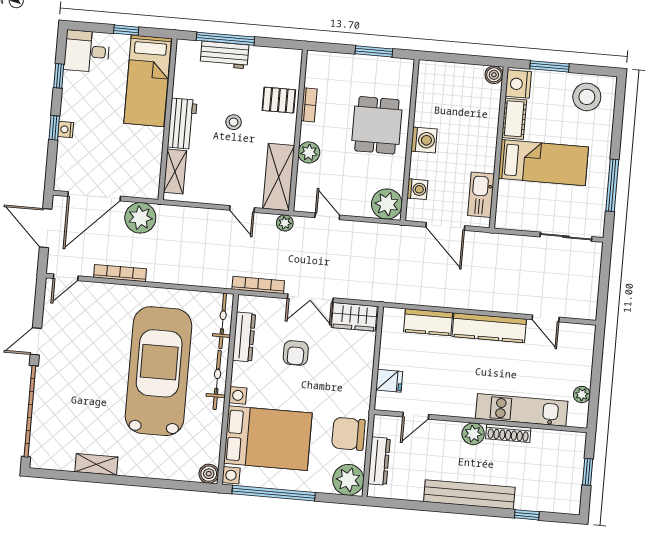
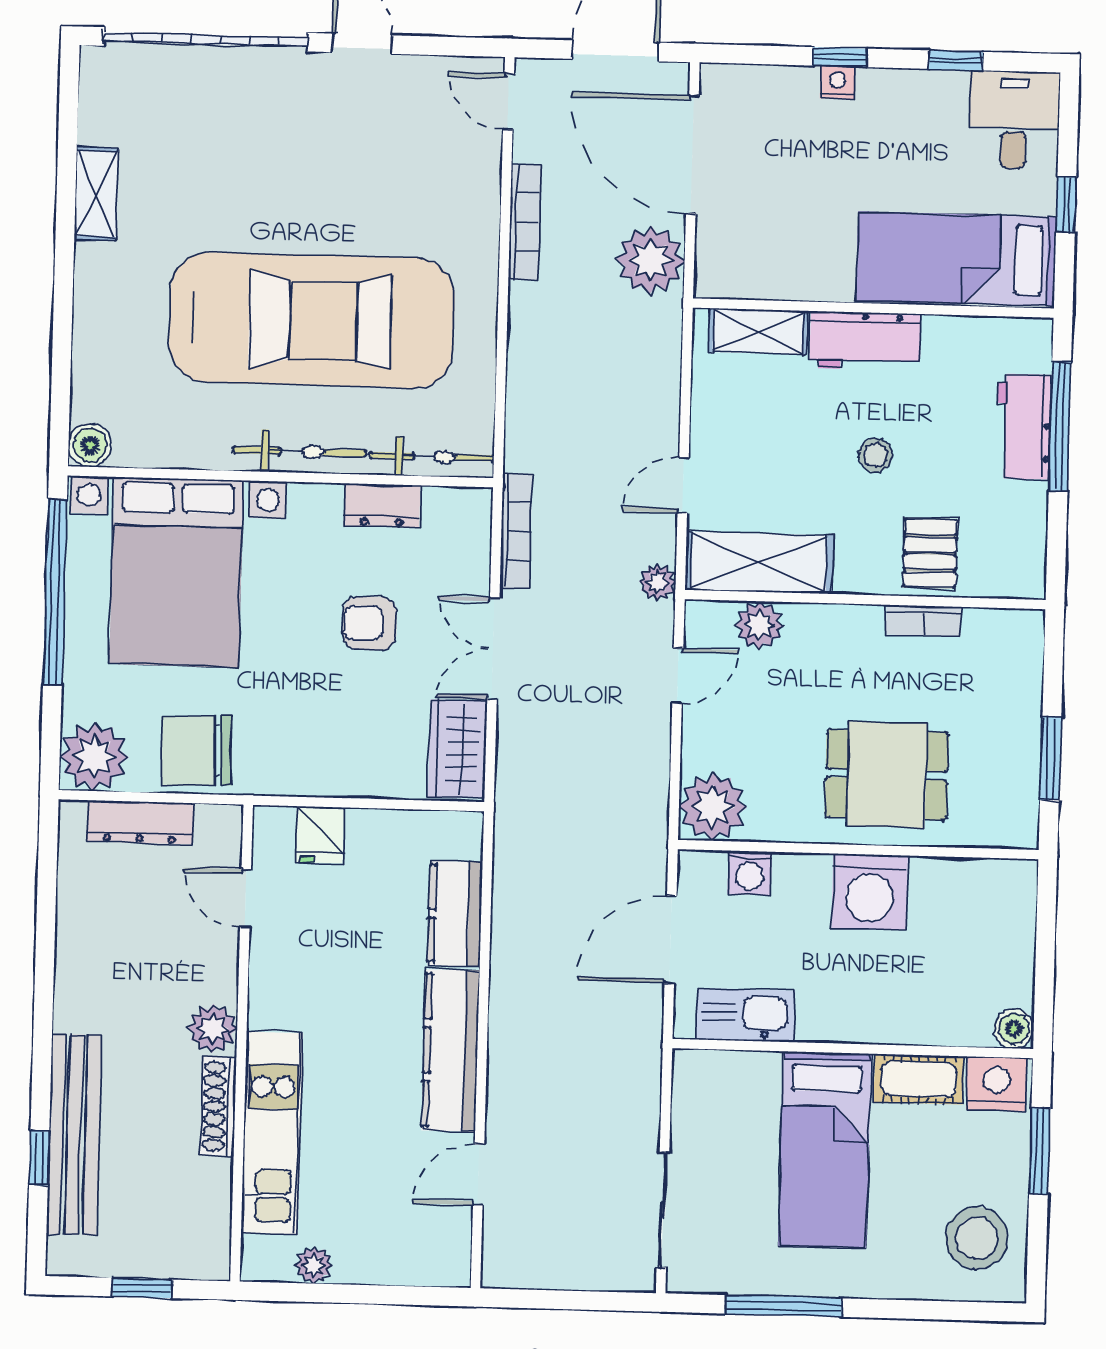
washing machine: (424, 140) -> (870, 892), width x1.37, depth x1.37
plant: (309, 152) -> (759, 625), moved
dresser: (244, 337) -> (382, 506), width x0.70
chair: (348, 434) -> (197, 751), turned -92
bench: (469, 495) -> (74, 1135), moved

